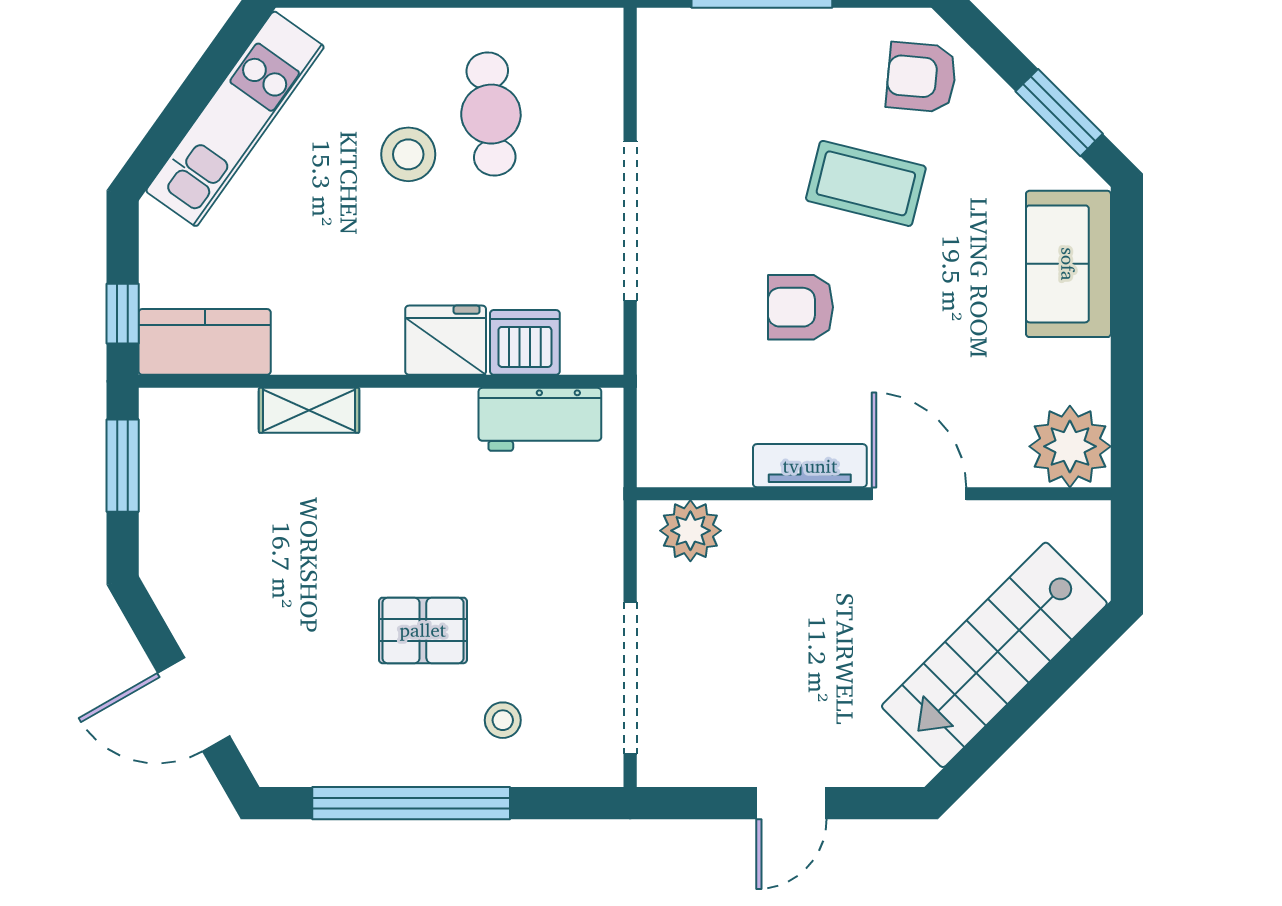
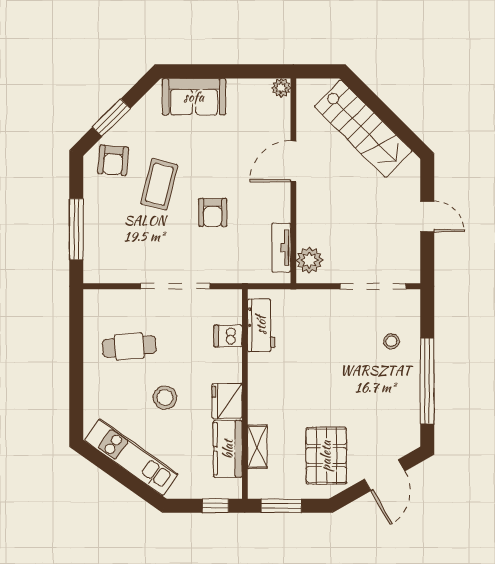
window: (1059, 113) -> (111, 118), moved
stool: (408, 154) -> (165, 398), moved
fridge: (446, 340) -> (227, 401), moved
kitchen counter: (205, 342) -> (228, 449), moved
dishwasher: (525, 342) -> (228, 336), width x0.73
shelving: (309, 410) -> (257, 447), moved
plant: (1070, 446) -> (281, 88), width x0.53, depth x0.53
tv unit: (810, 466) -> (281, 248), moved
pallet: (423, 630) -> (326, 456), moved, width x1.50, depth x1.42

